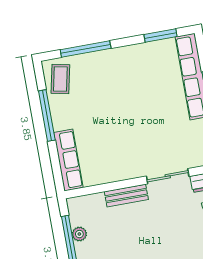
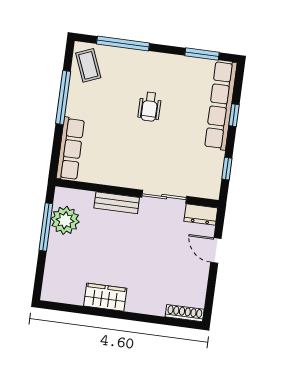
coffee table: (60, 79) -> (88, 65), turned -34
wheelchair: (128, 99) -> (150, 107), added
plant: (79, 234) -> (65, 220), width x1.87, depth x1.87

